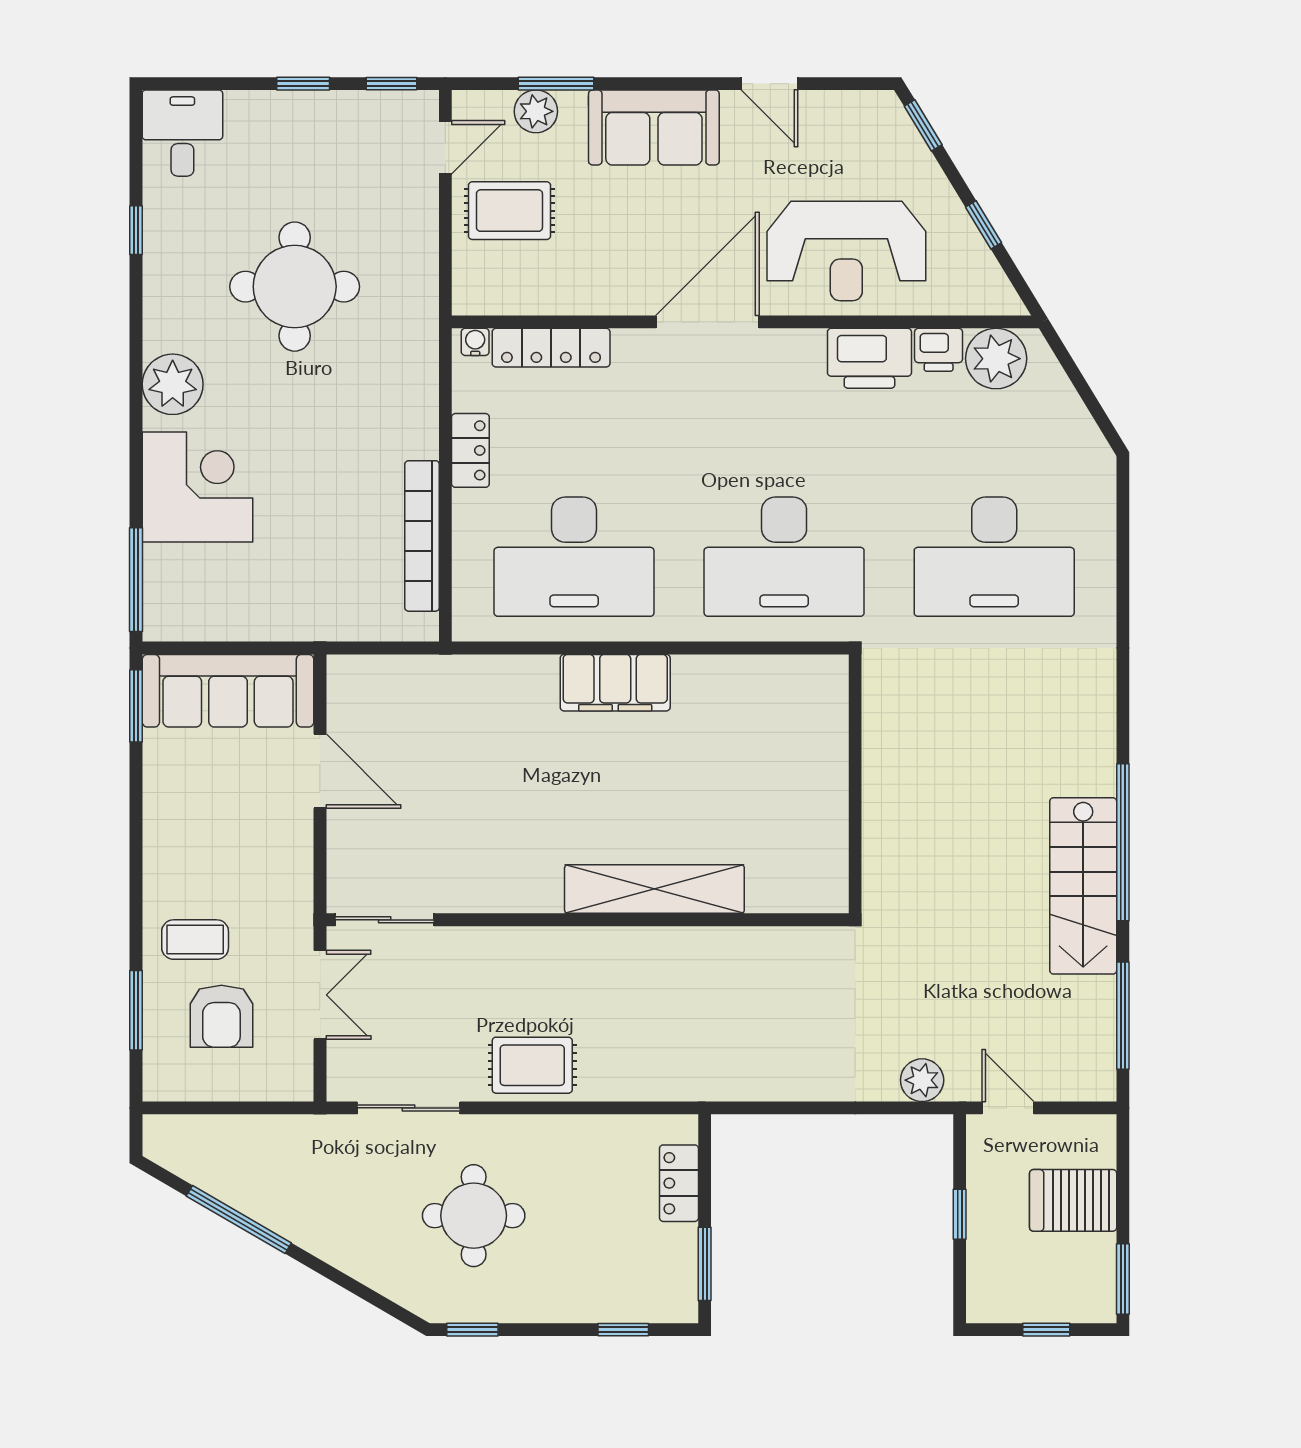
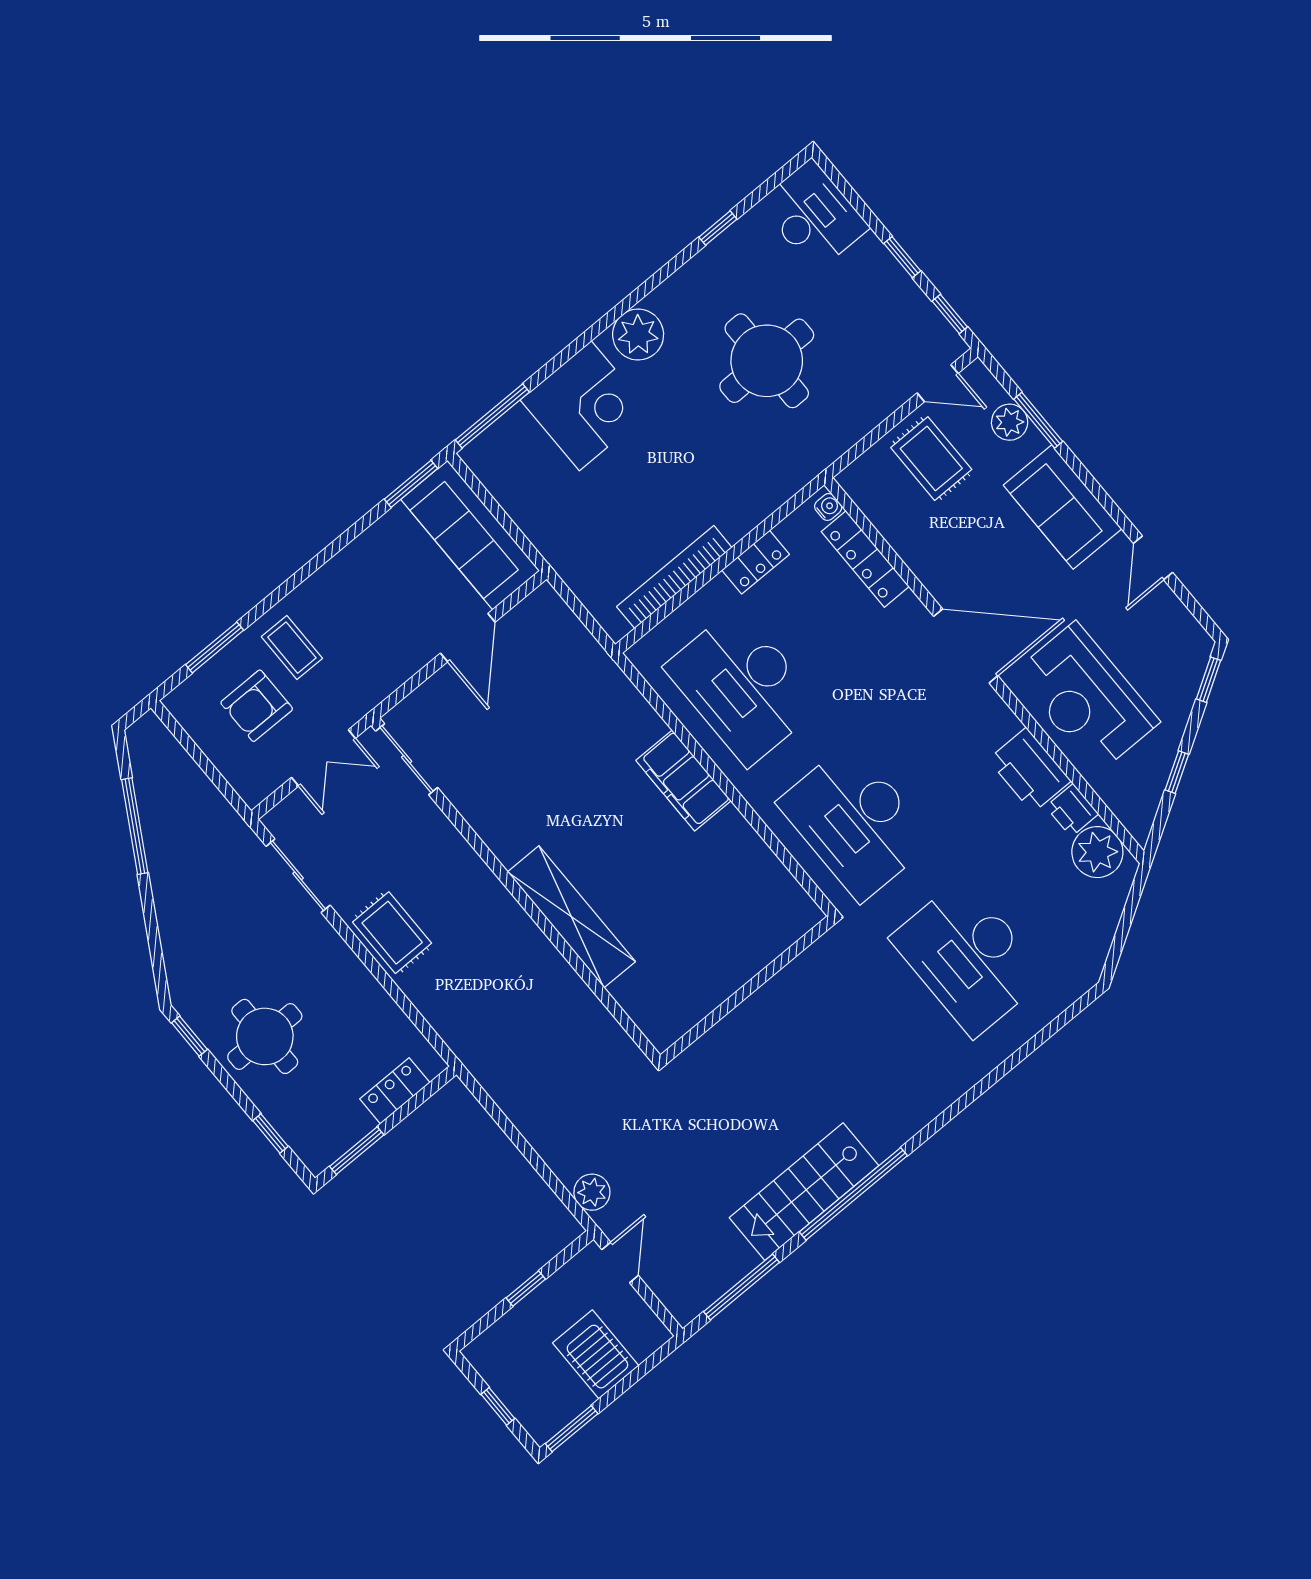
desk: (182, 133) -> (813, 215), width x1.37
round table: (474, 1216) -> (265, 1036), moved

